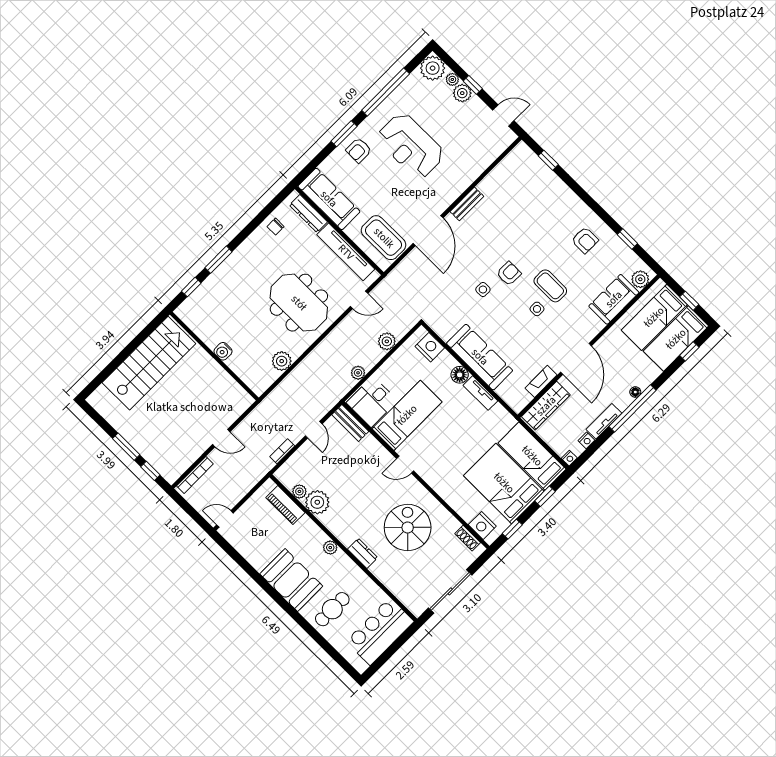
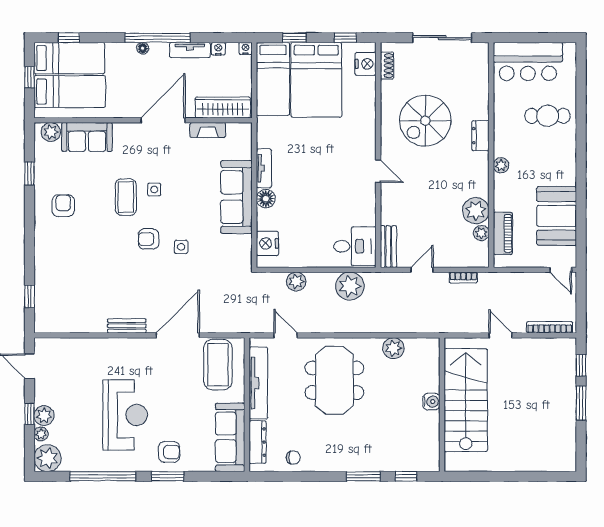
stairs: (149, 363) -> (466, 400), moved, turned 90
plant: (358, 373) -> (350, 286), width x1.88, depth x1.88
bed: (407, 415) -> (338, 208), removed
booth: (291, 580) -> (557, 216), moved

